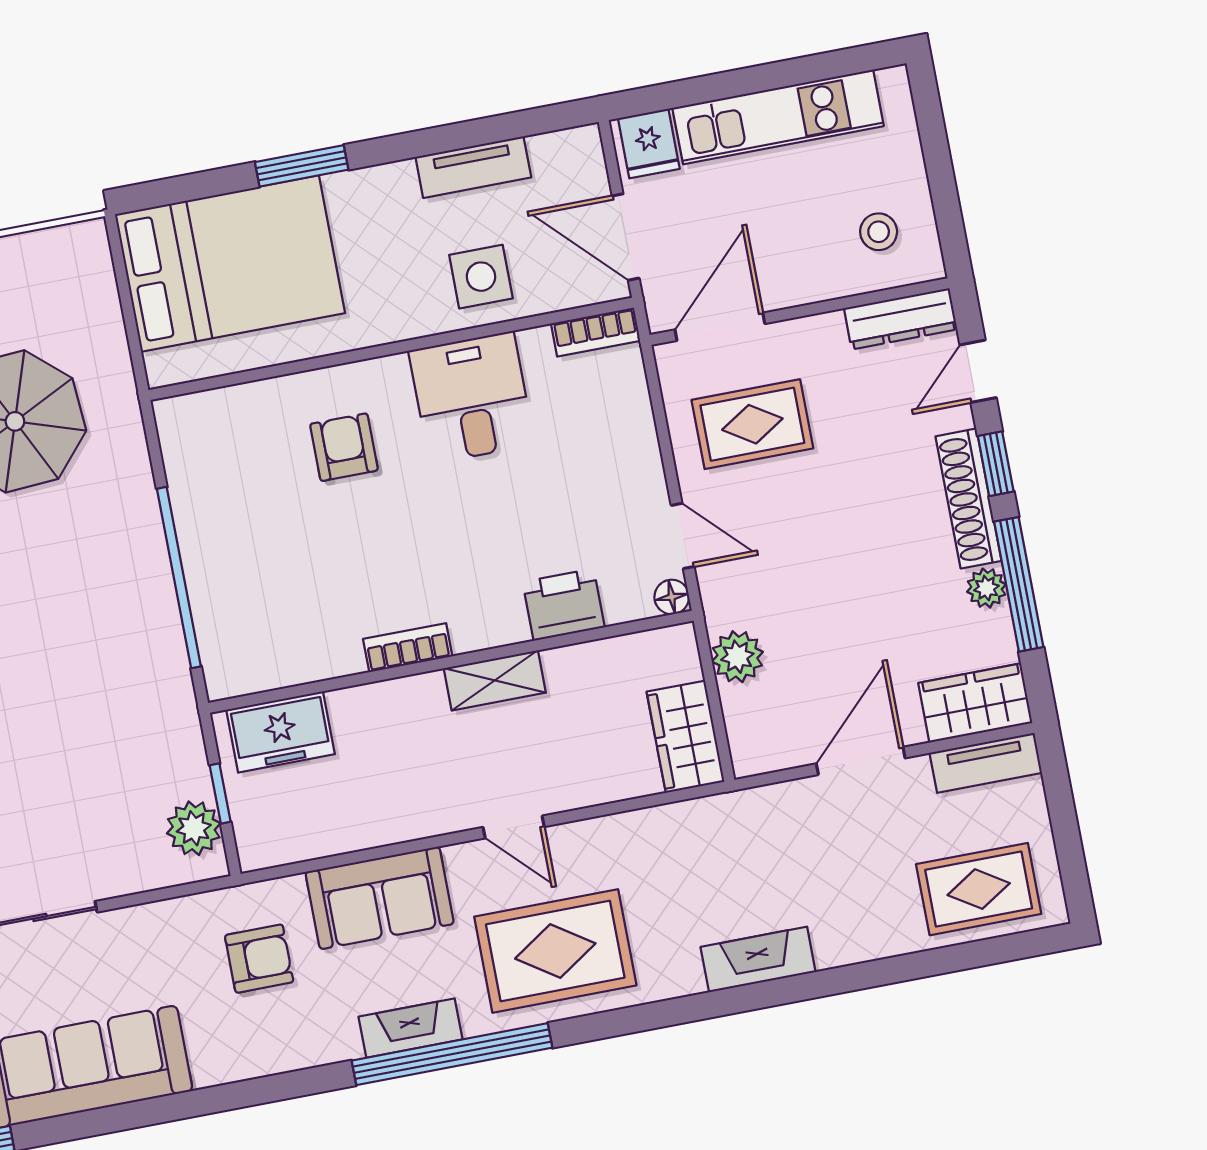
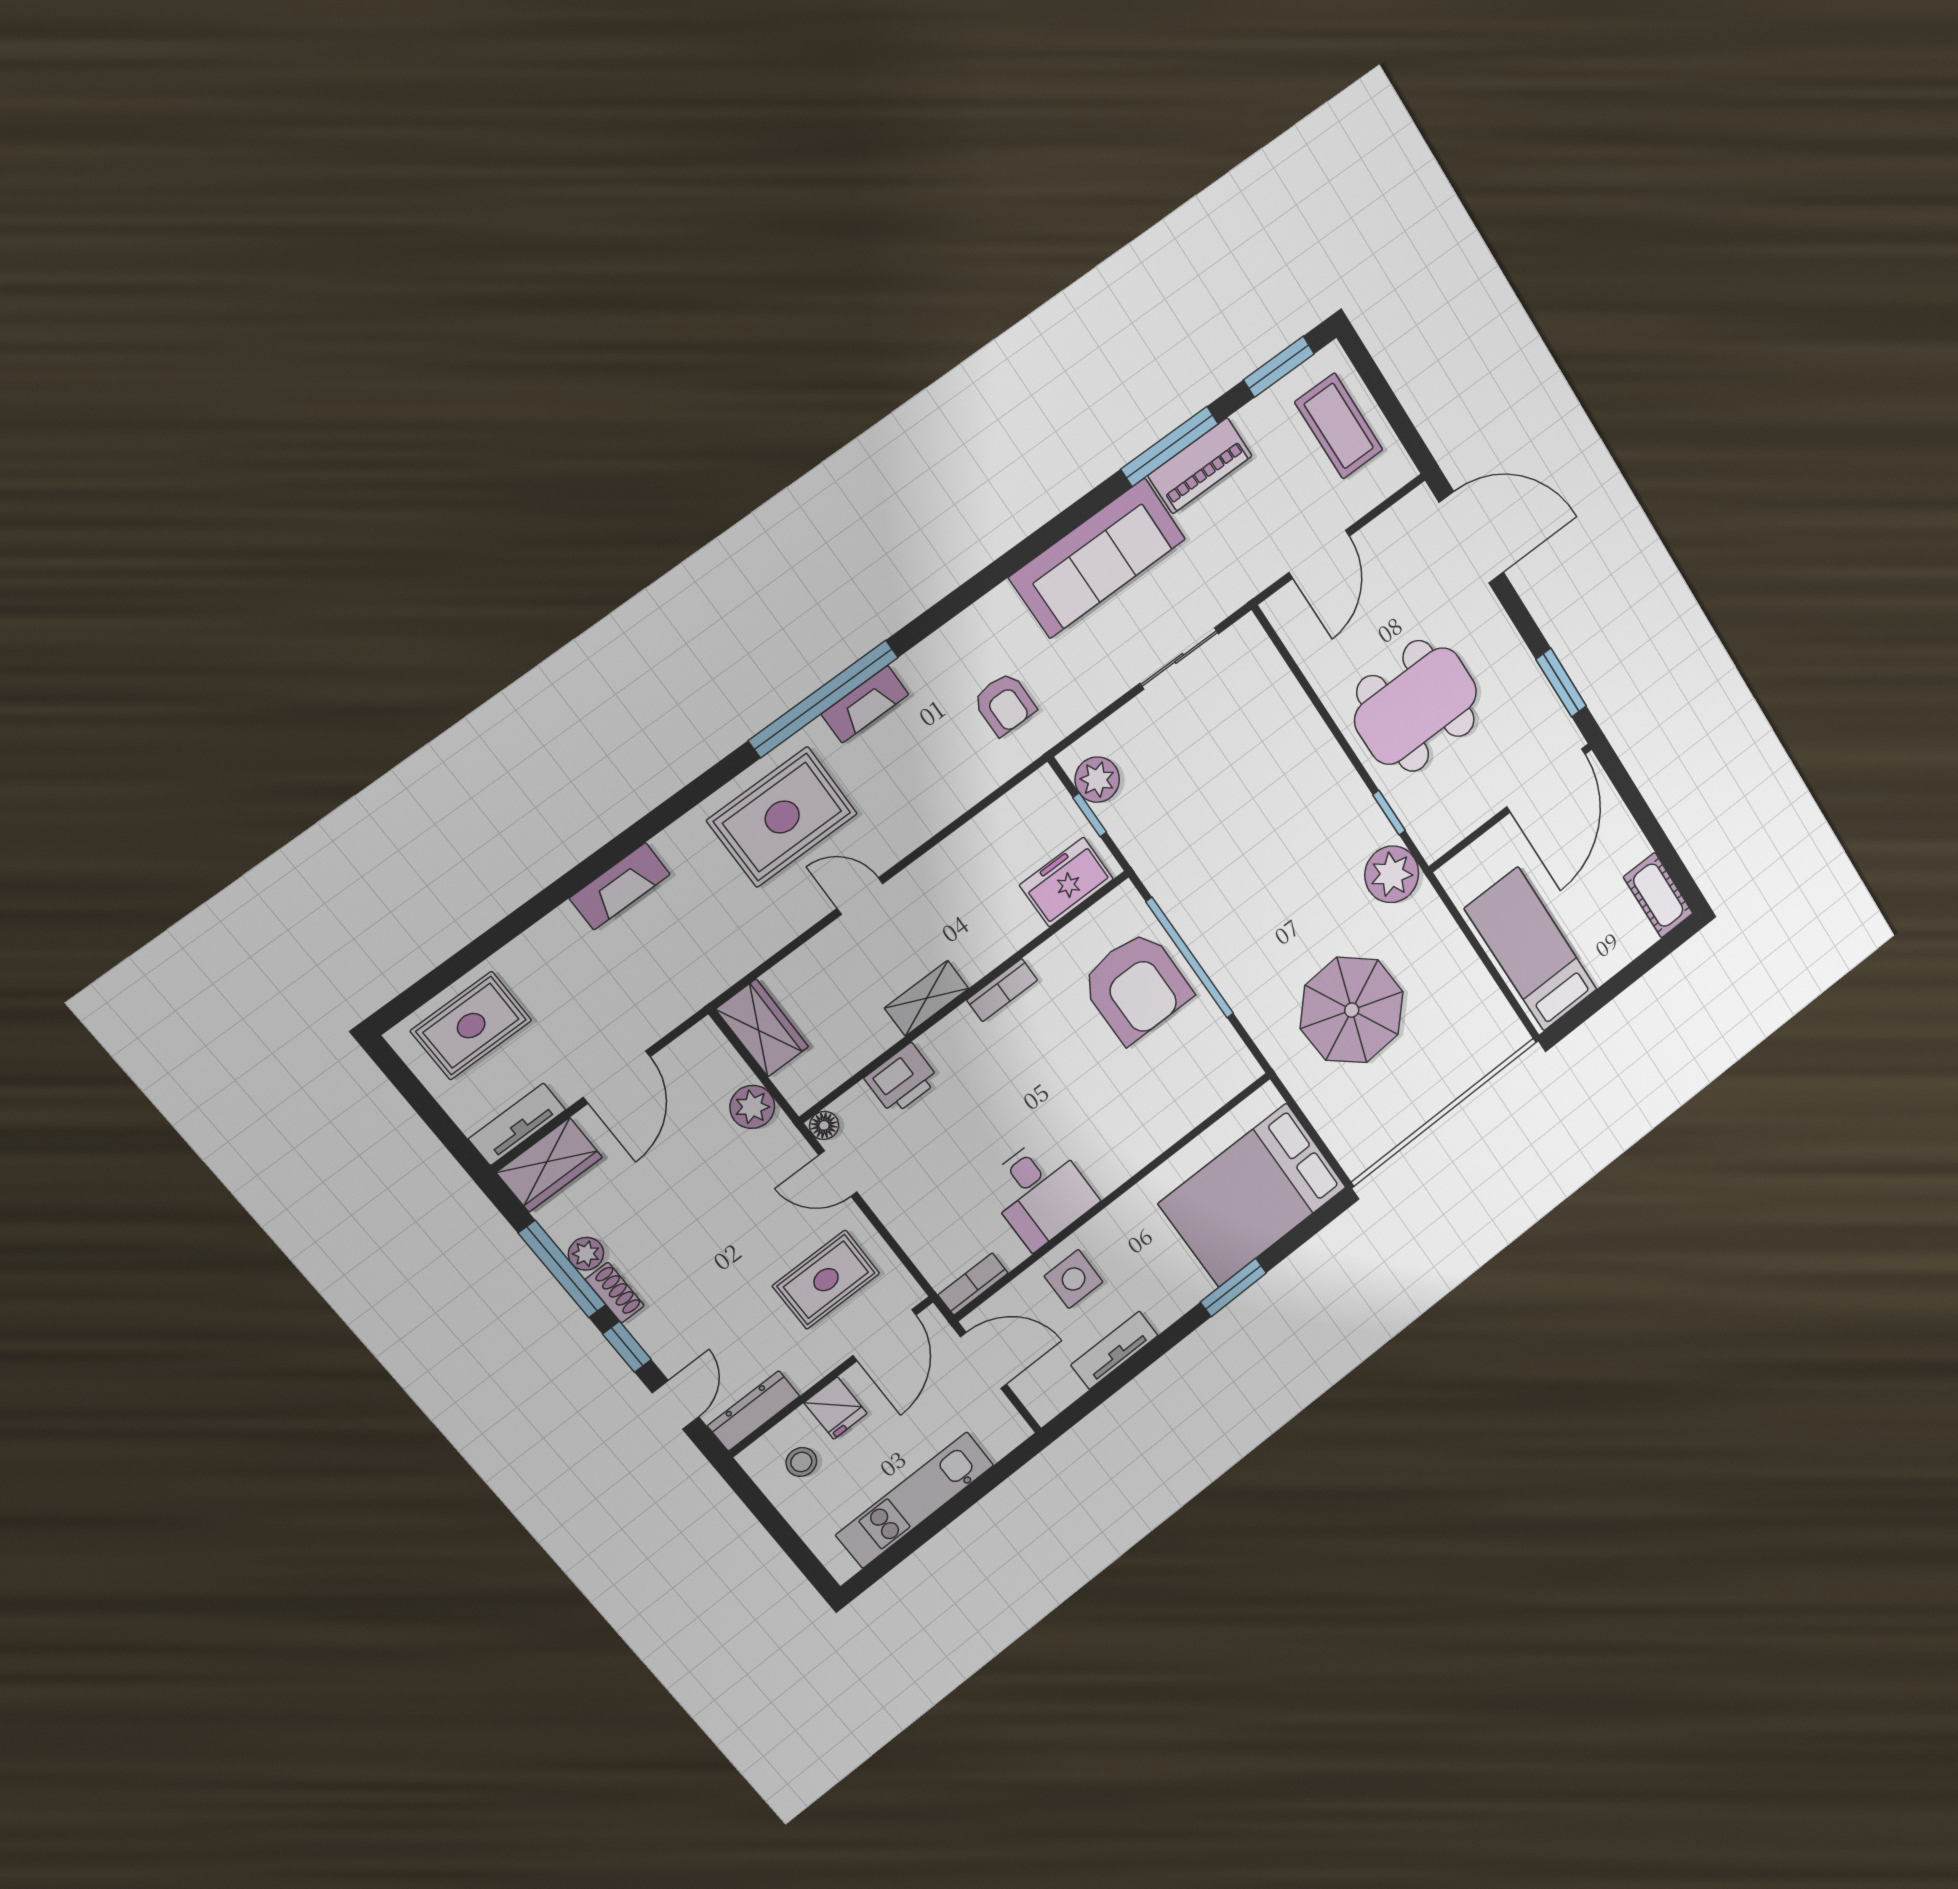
fridge: (649, 143) -> (836, 1408), moved, turned 180
armchair: (344, 447) -> (1136, 987), moved, width x1.88, depth x1.88
shoe rack: (969, 499) -> (615, 1293), width x0.51, depth x0.81
sofa: (380, 898) -> (936, 793), removed
armchair: (259, 959) -> (1004, 704), turned -90

